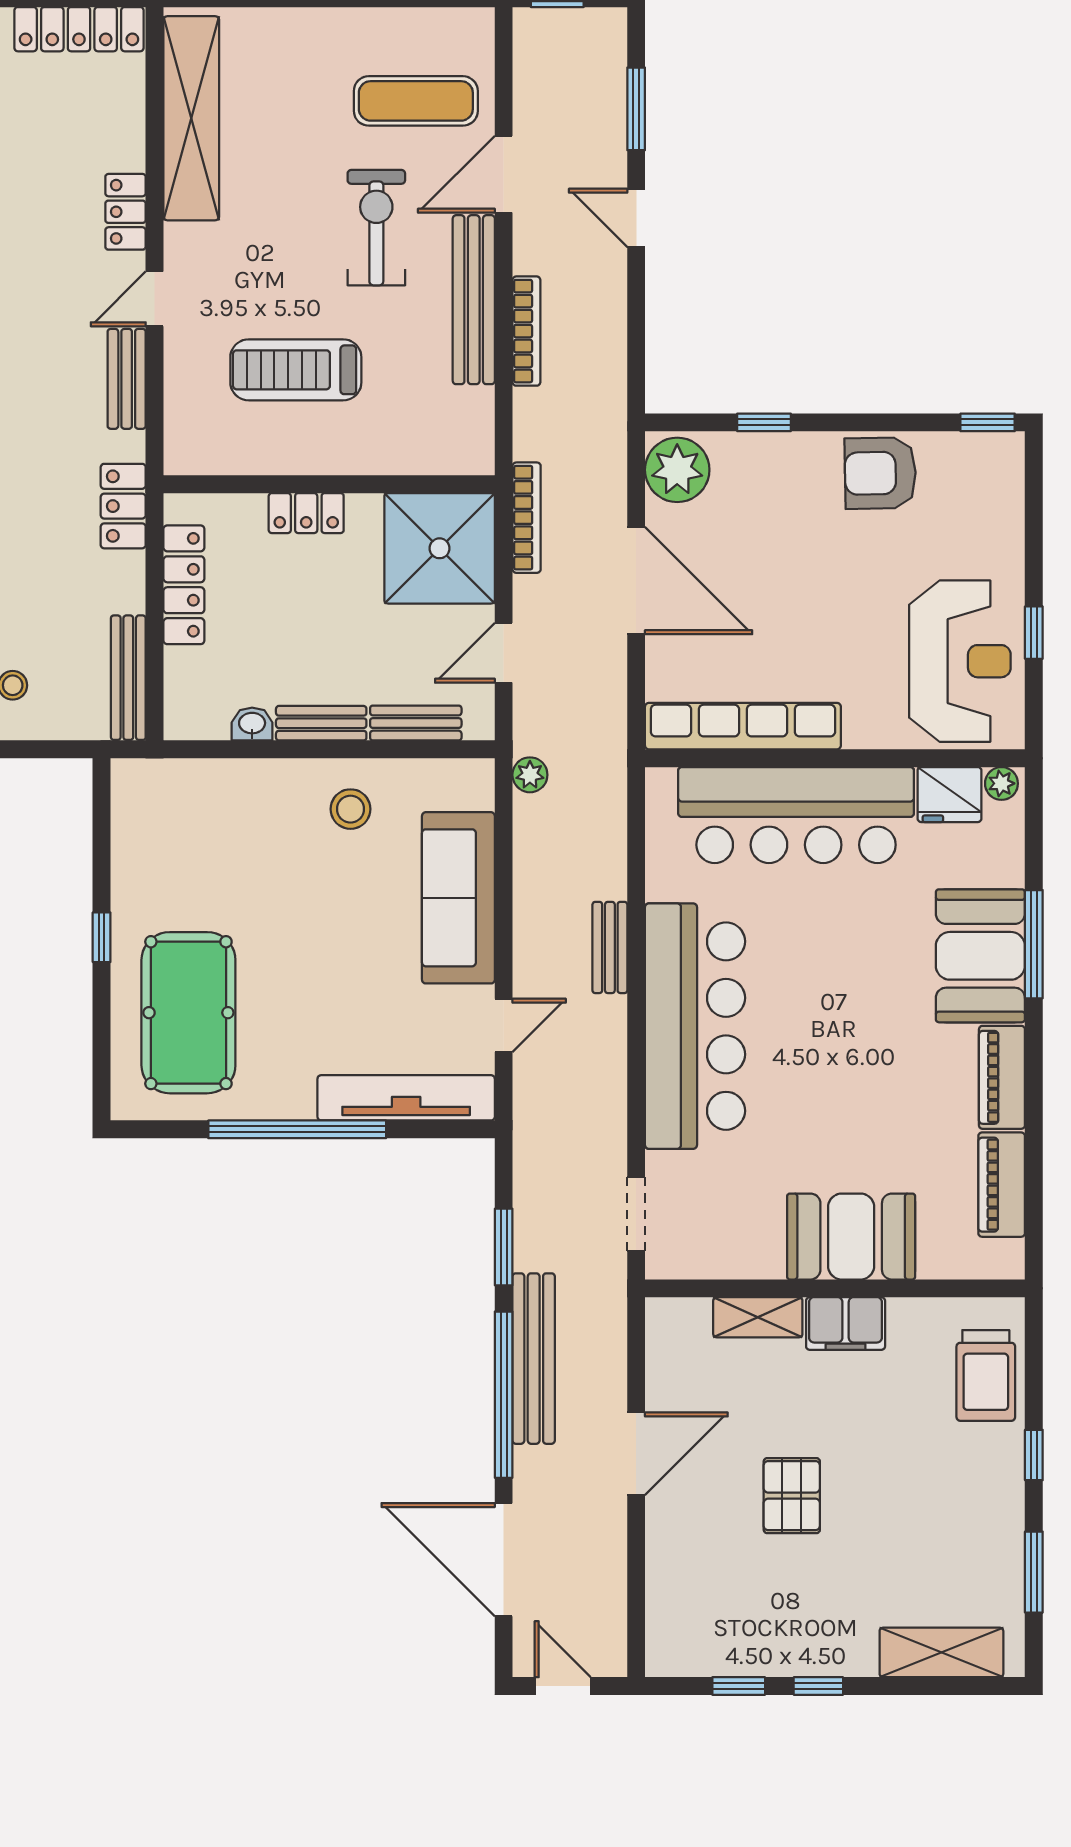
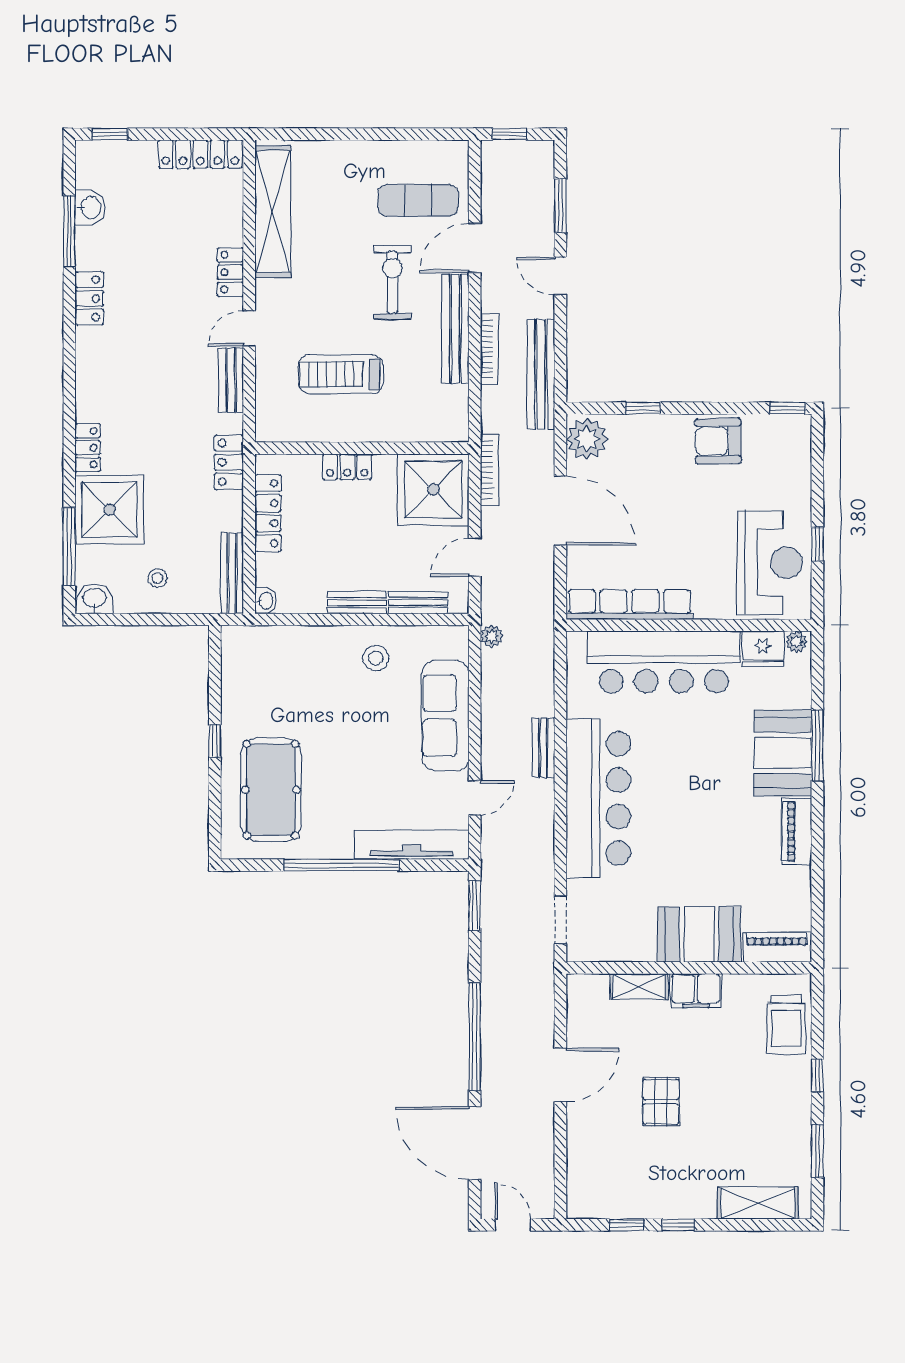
washbasin: (252, 724) -> (265, 601), moved, turned 90
piano: (1002, 1185) -> (777, 947), moved, turned 90
window: (504, 1247) -> (475, 905), moved
bench: (534, 1359) -> (541, 374), moved

